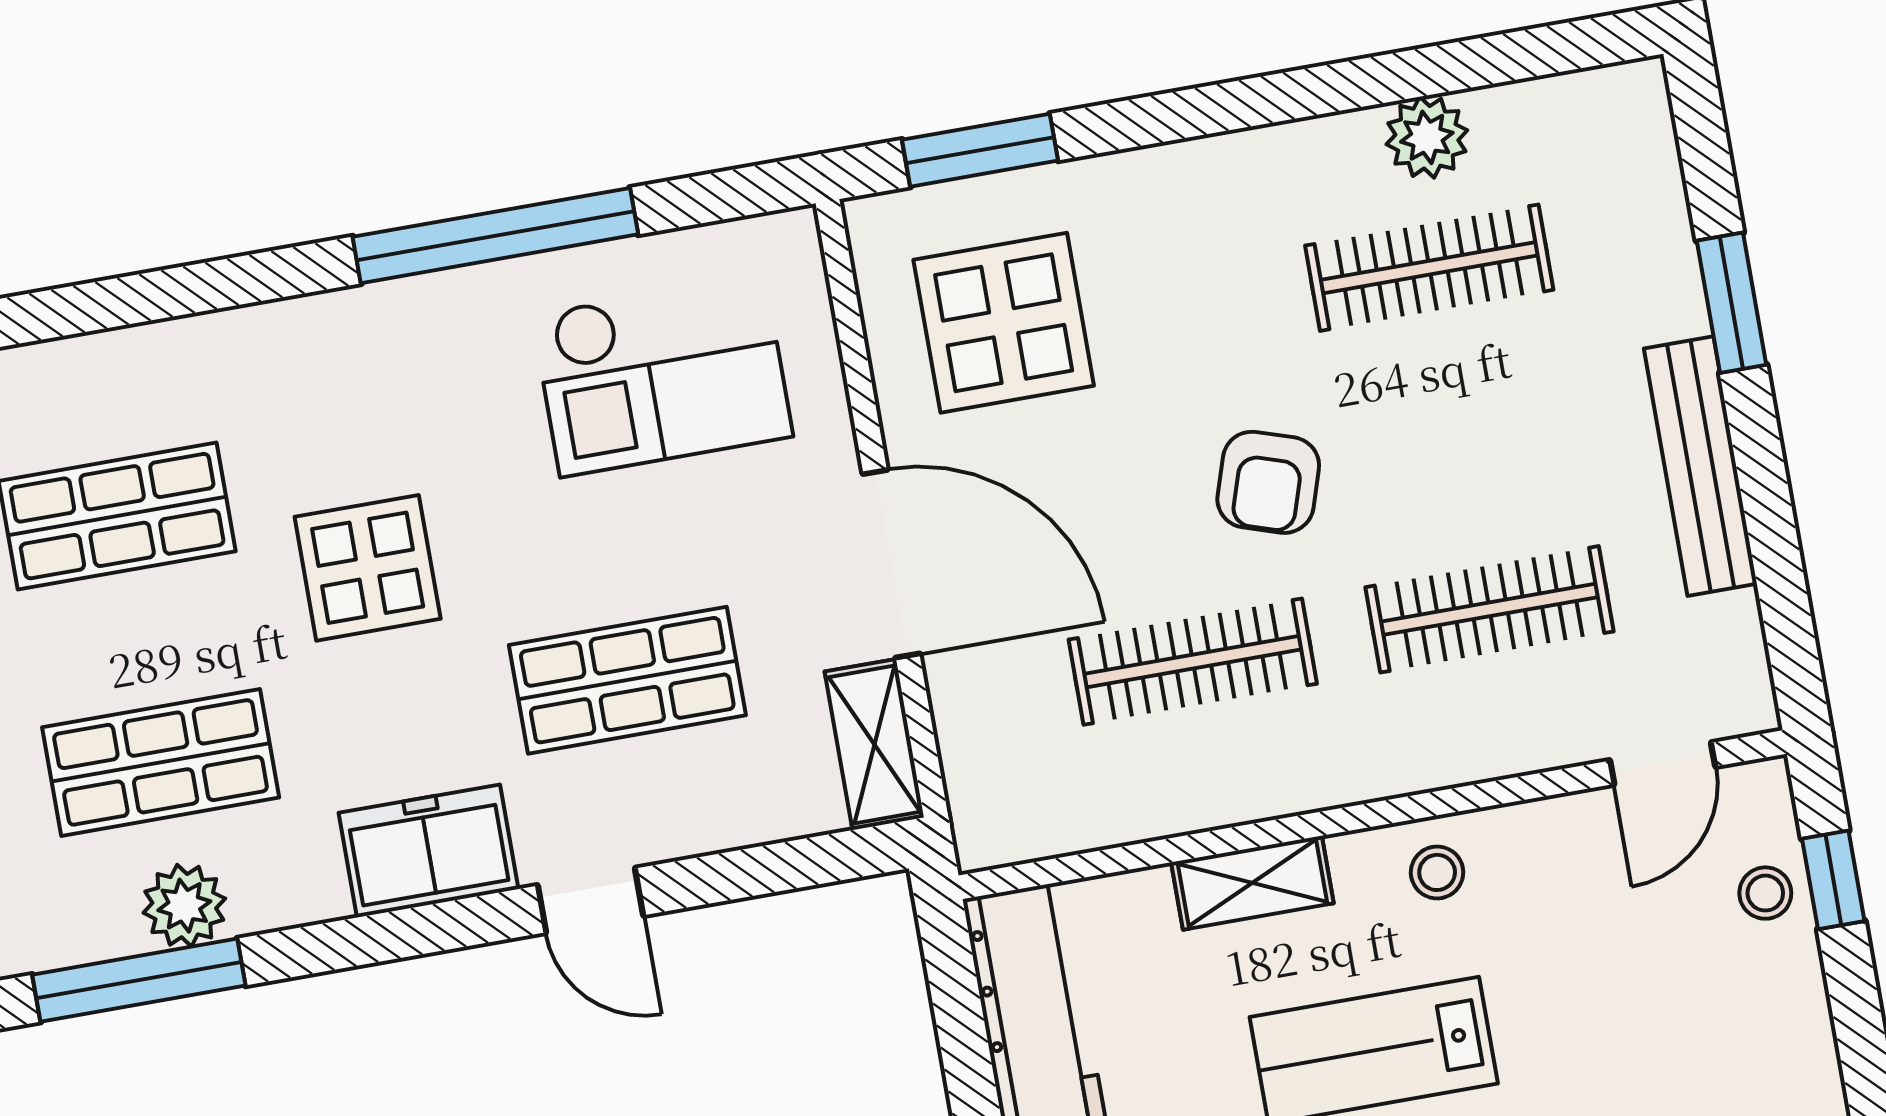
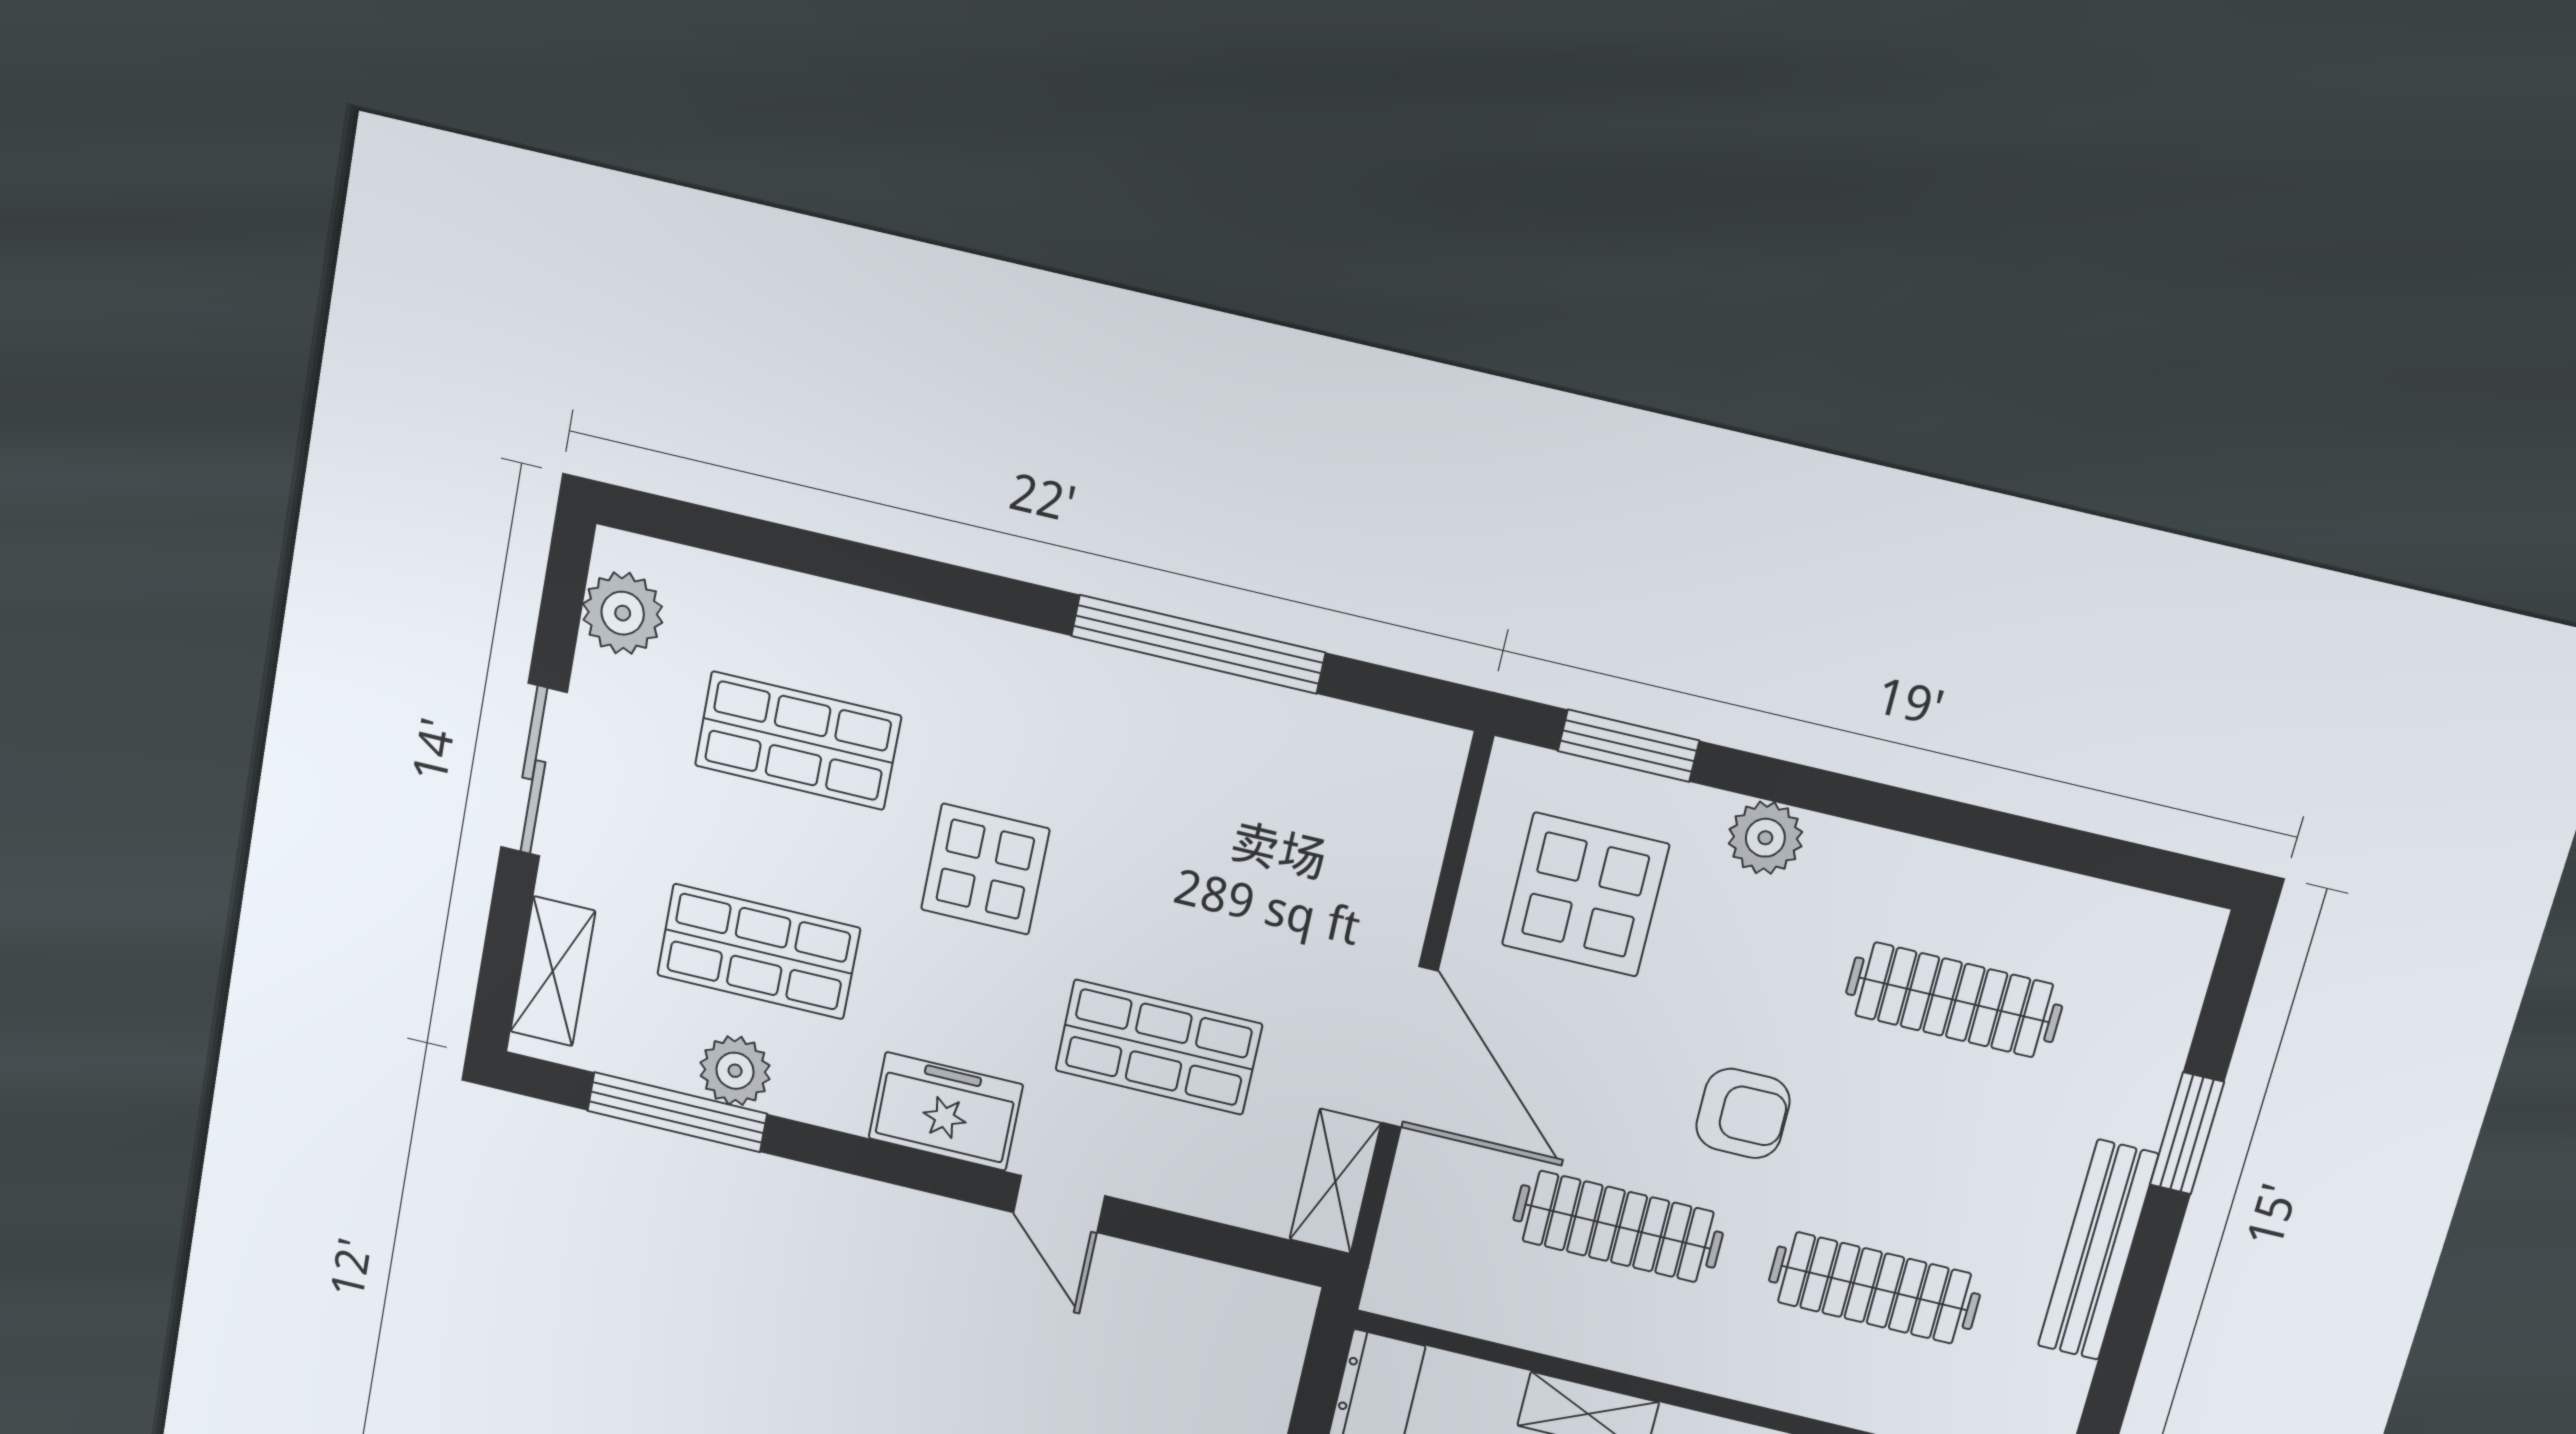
plant: (1427, 137) -> (1765, 838), moved
checkout: (662, 375) -> (1288, 817), removed
armchair: (1268, 482) -> (1743, 1113), turned -108

